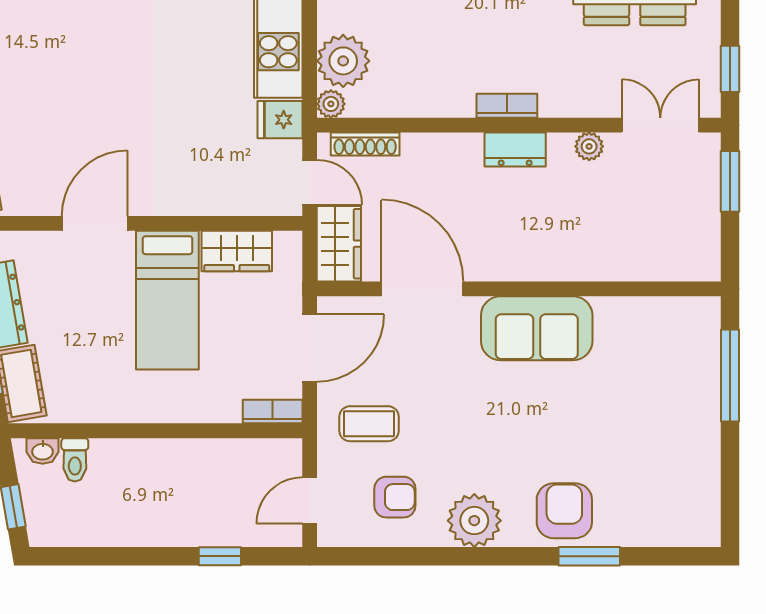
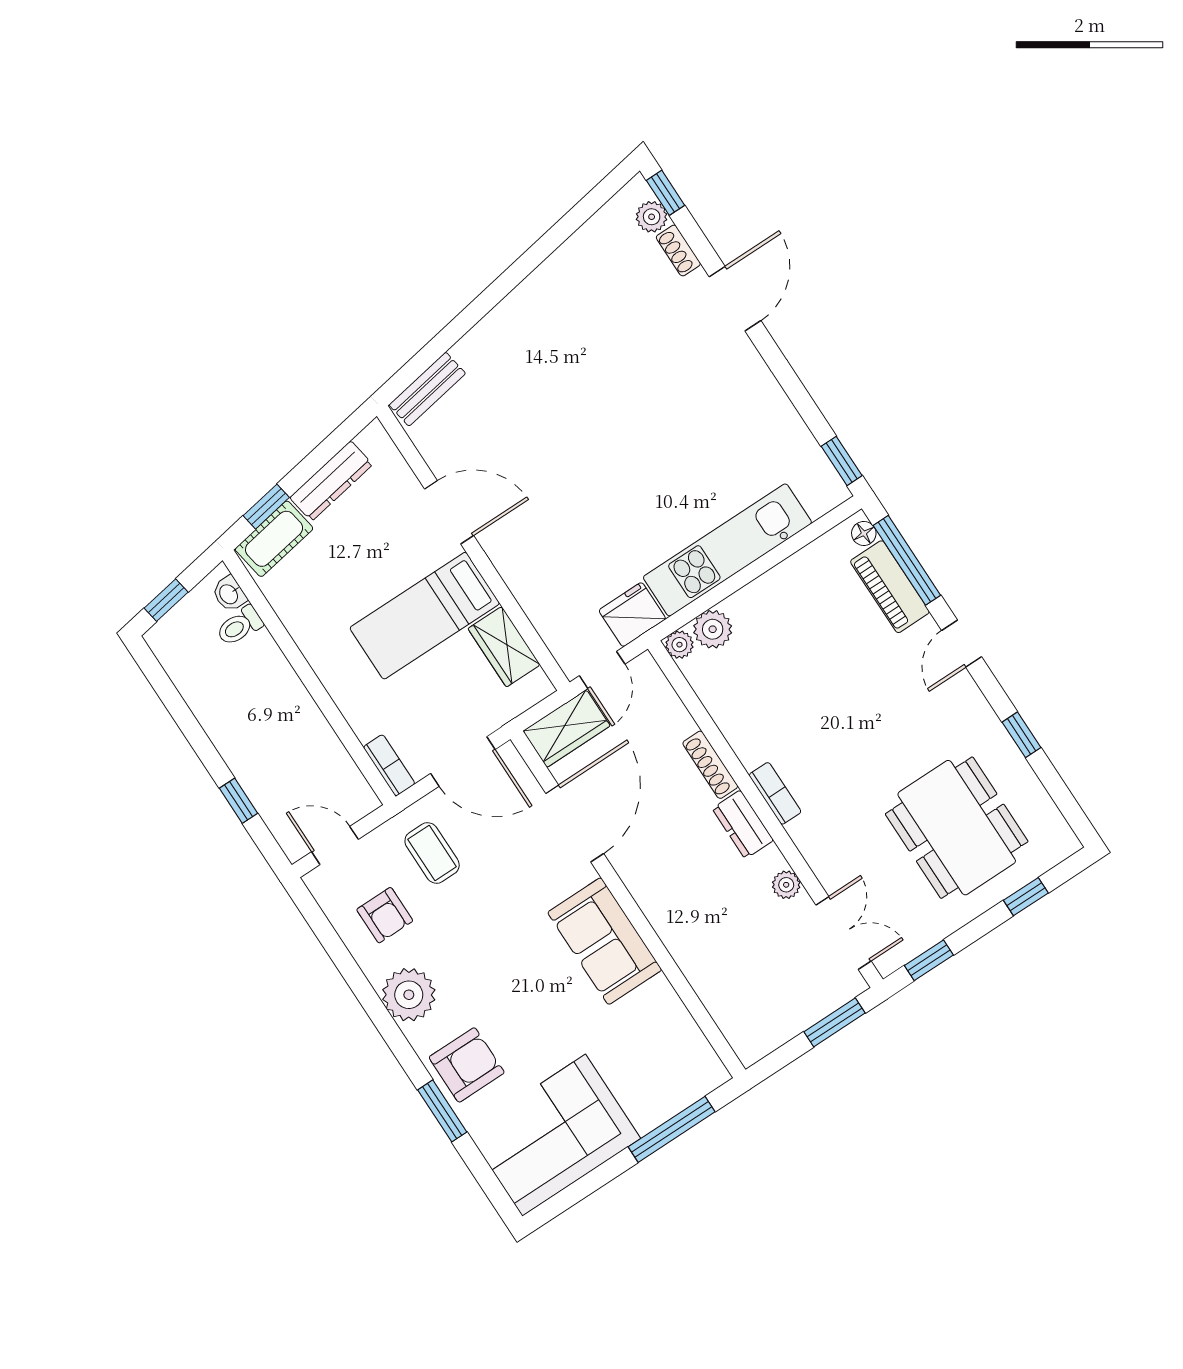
plant: (343, 61) -> (713, 629), width x0.73, depth x0.73
fridge: (280, 120) -> (632, 615), width x1.38
shoe rack: (365, 144) -> (710, 765), moved
corner sofa: (670, 477) -> (554, 1135), added

